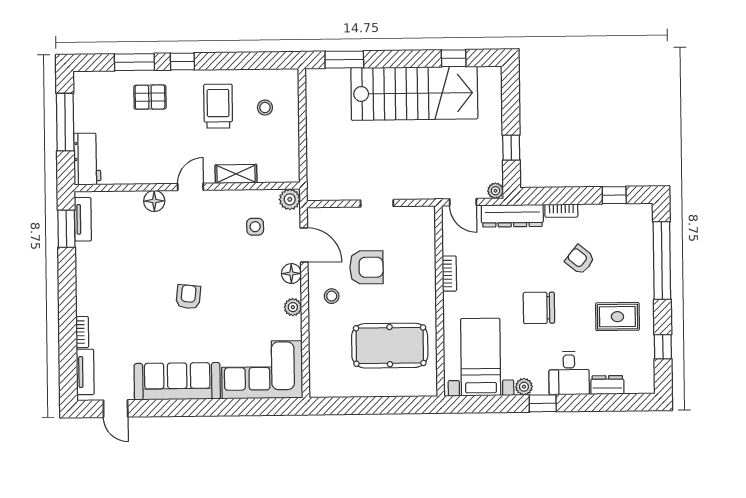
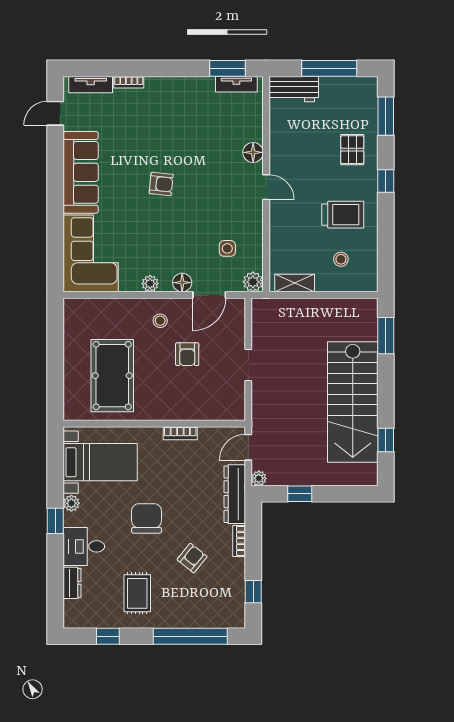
window: (134, 62) -> (386, 116), moved
shelving: (236, 174) -> (295, 283), moved, turned 90
armchair: (366, 267) -> (187, 354), width x0.72, depth x0.72

